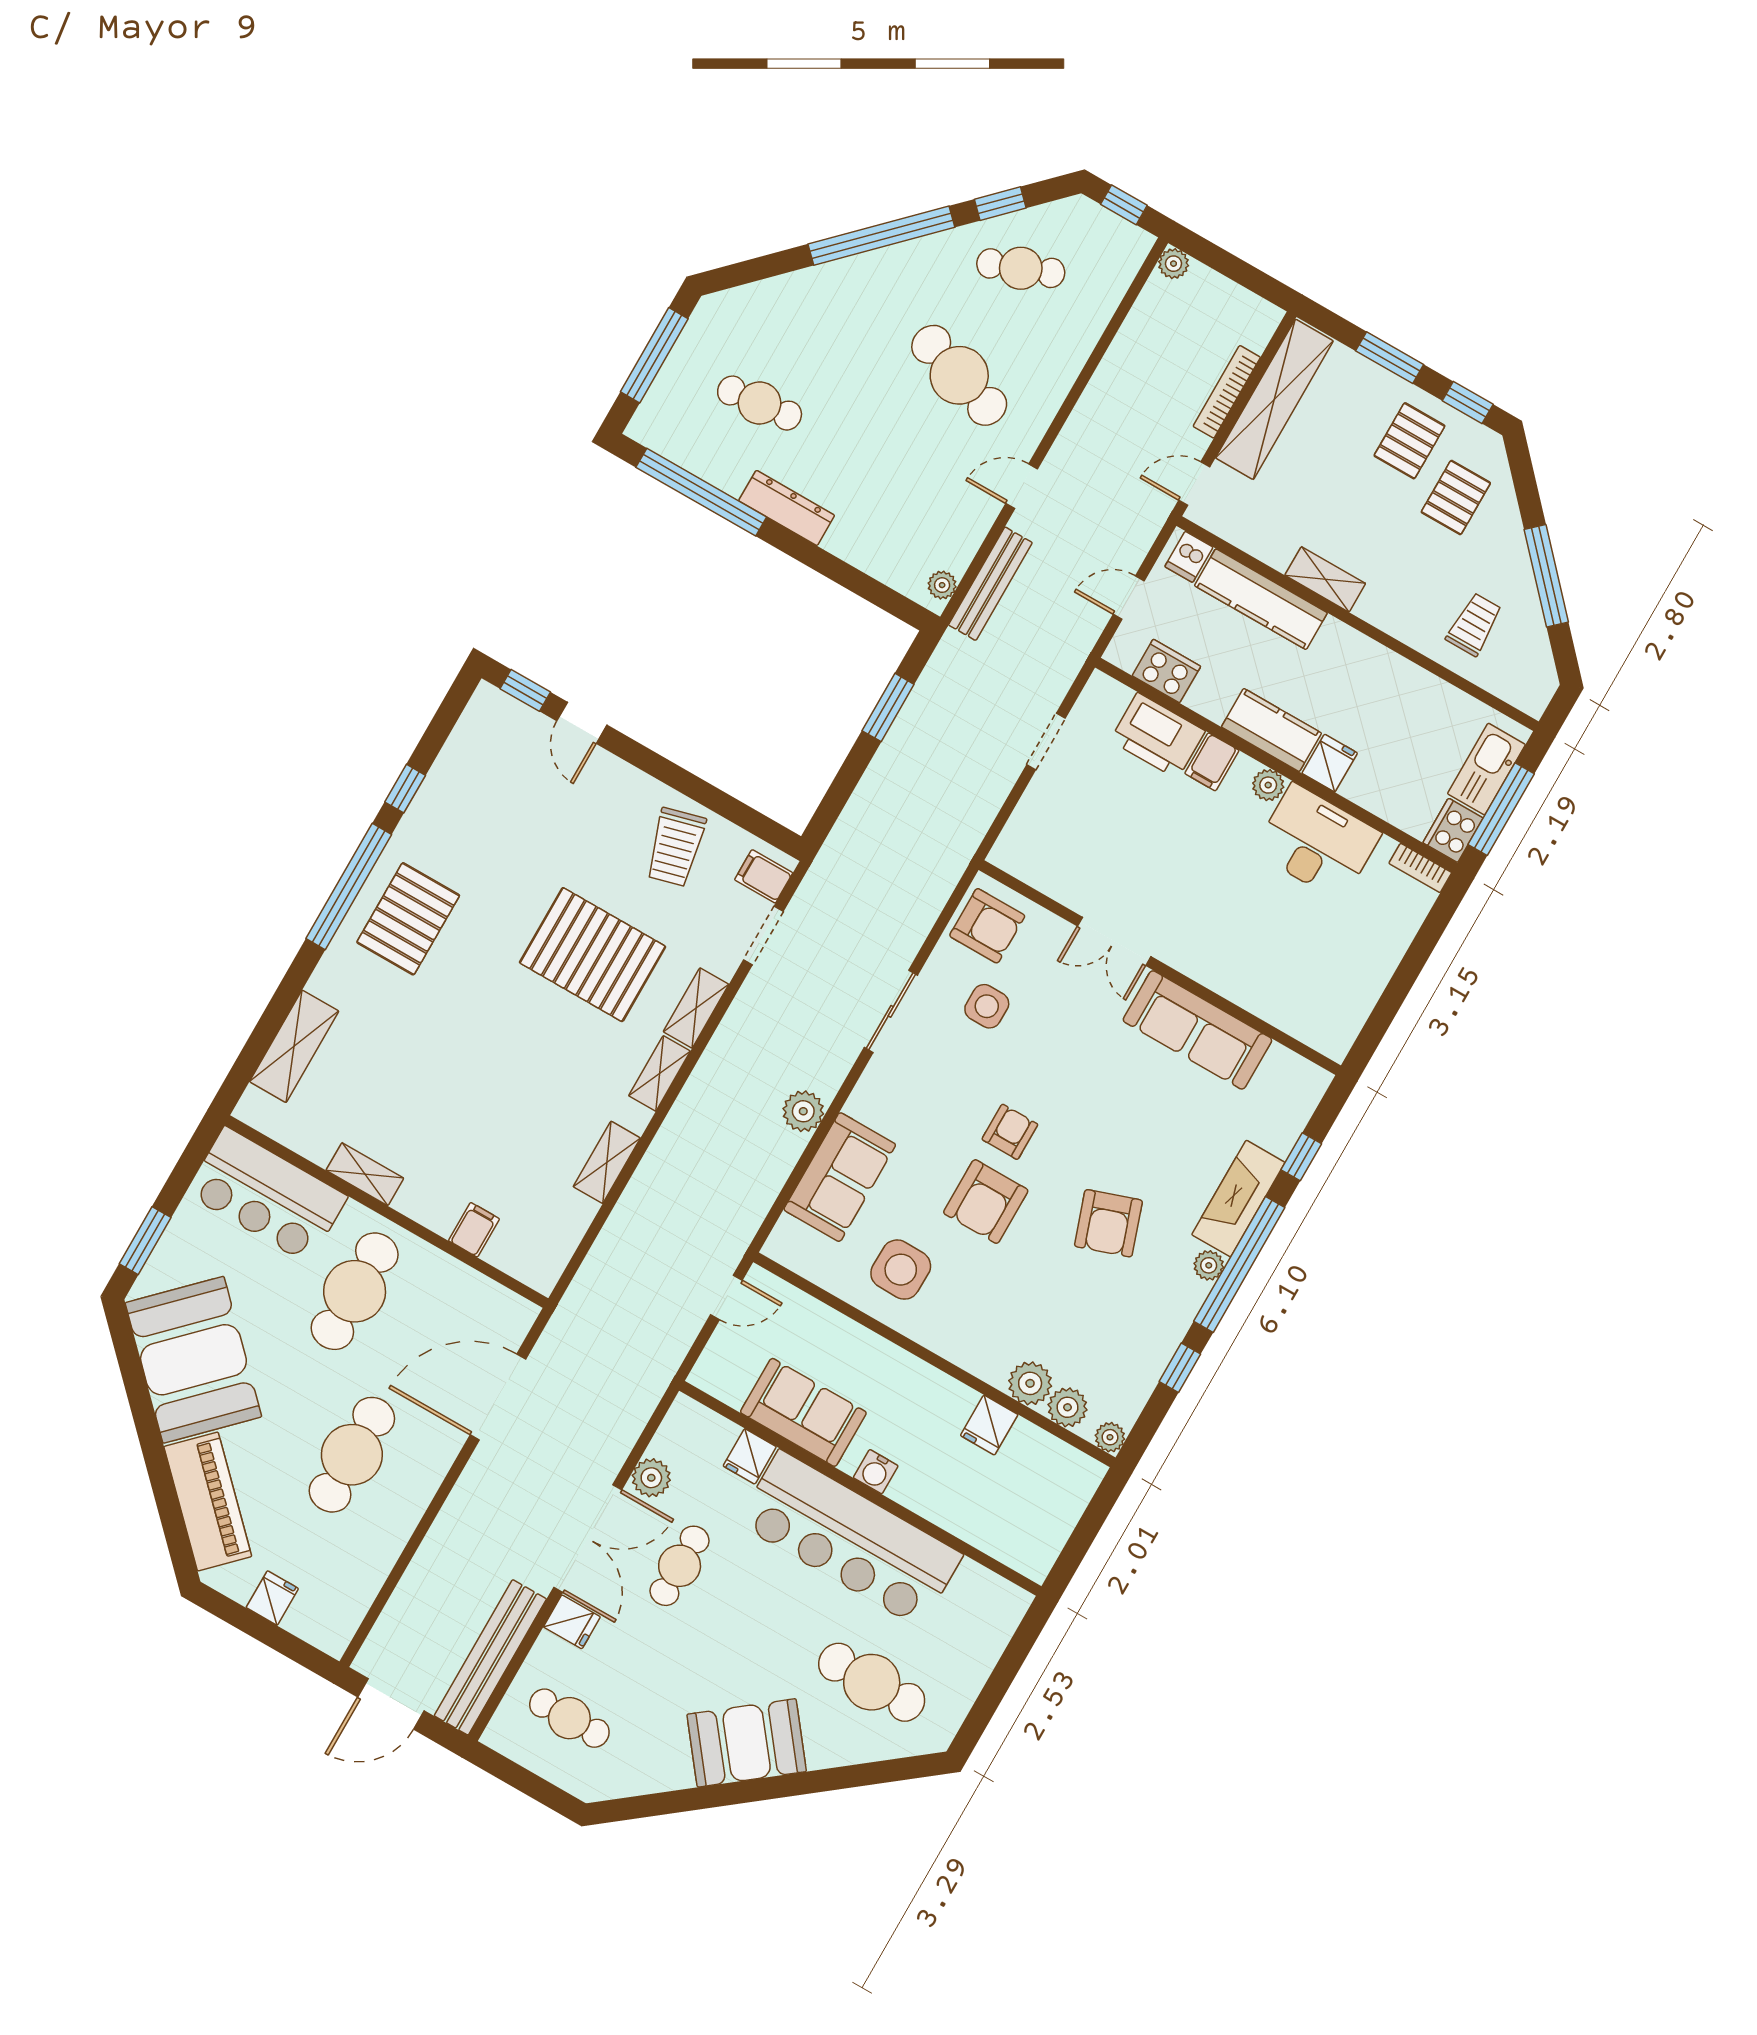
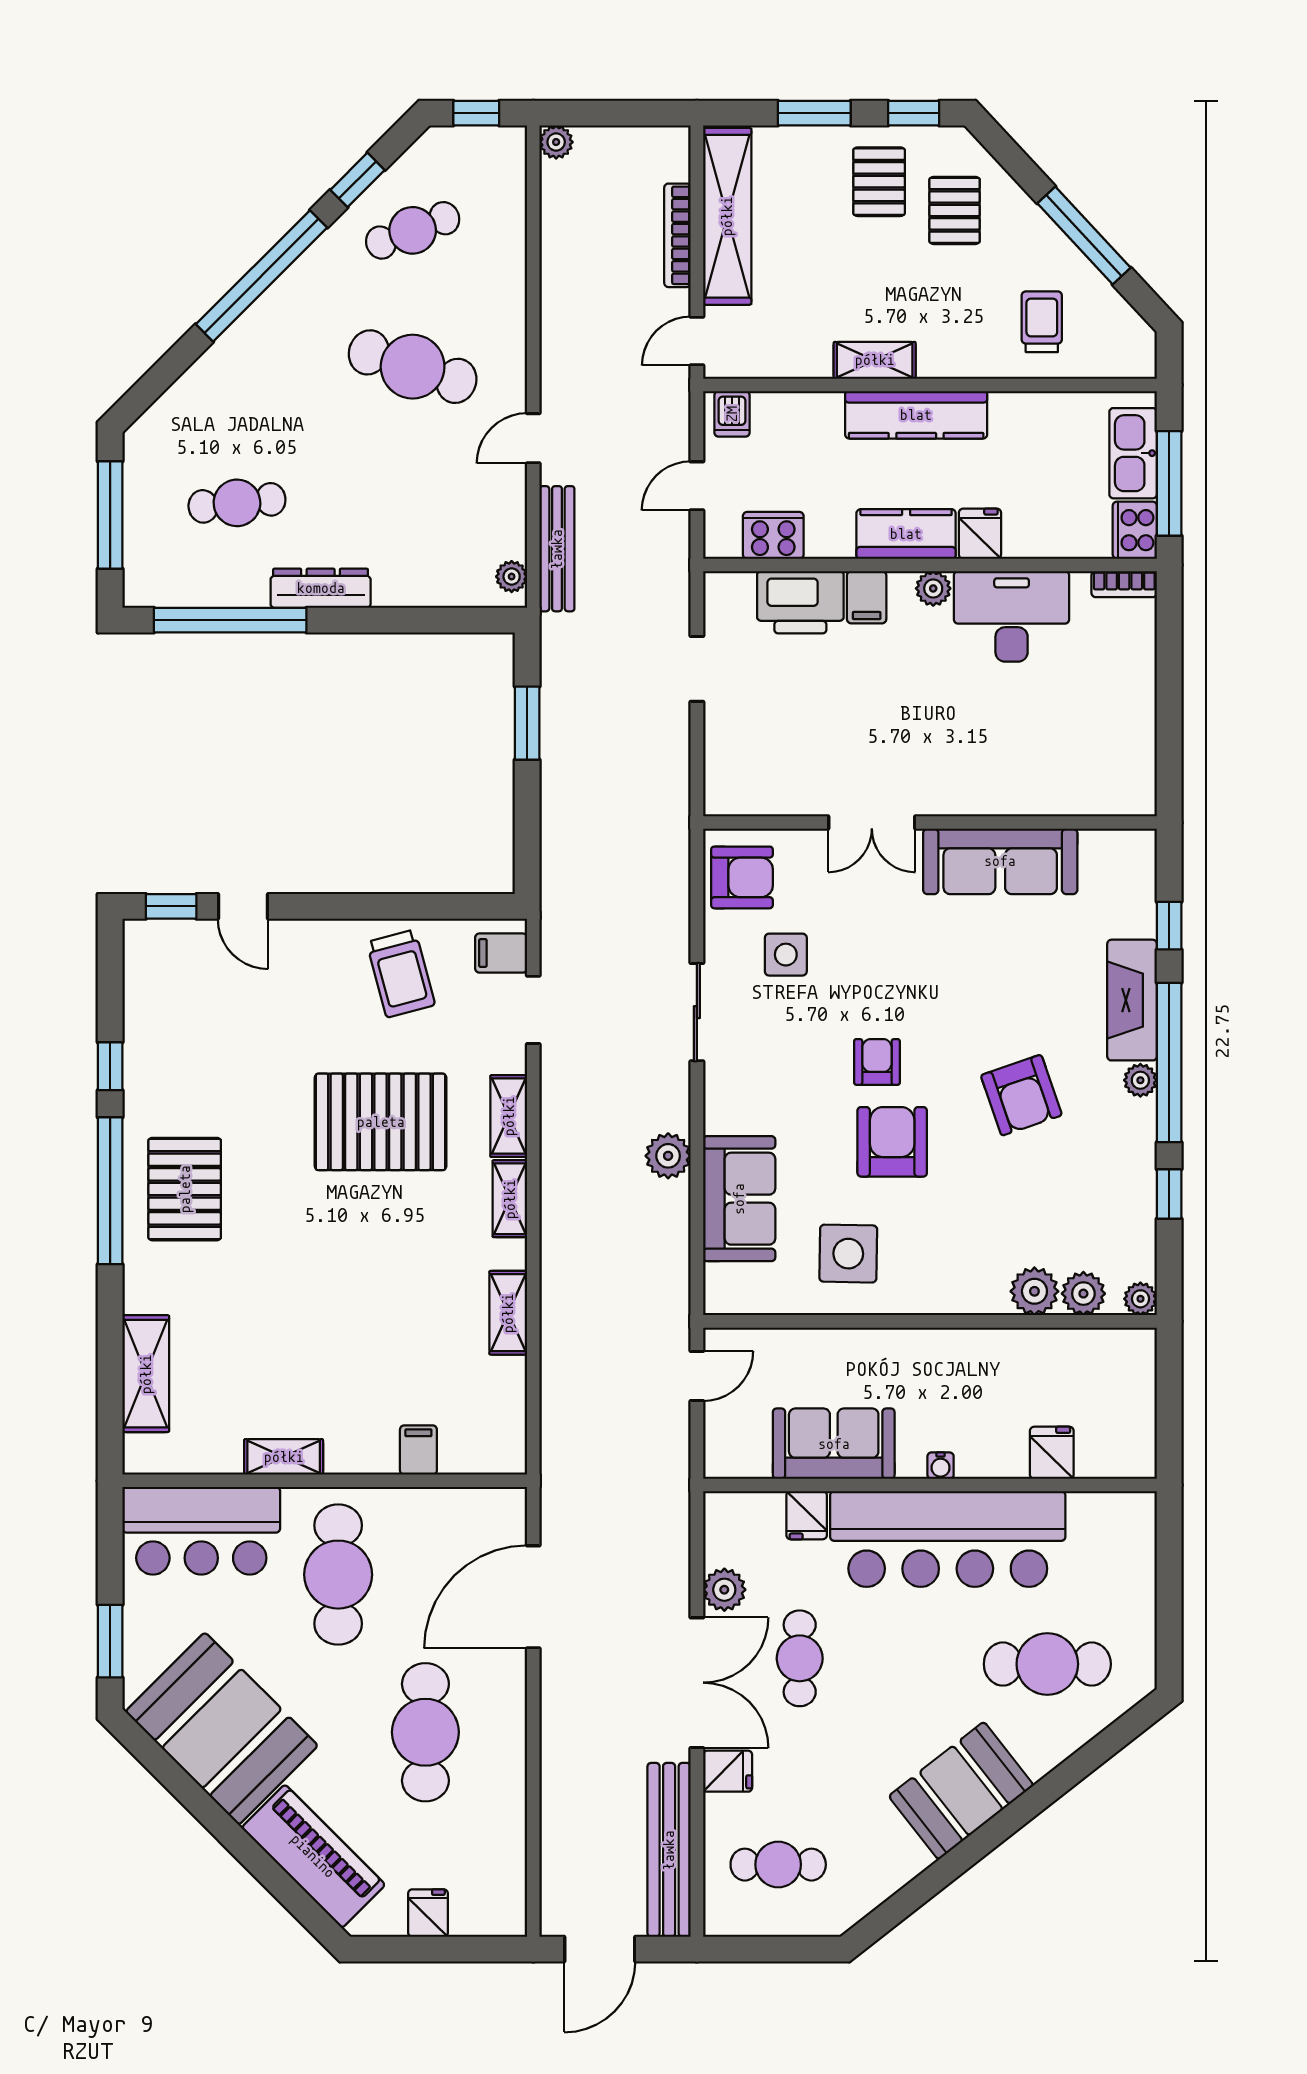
kitchen counter: (1261, 599) -> (916, 415), moved
armchair: (986, 1202) -> (892, 1142), turned 180
fridge: (989, 1425) -> (1052, 1453), moved, turned 180
water cooler: (876, 1472) -> (941, 1466), width x0.72, depth x0.72

